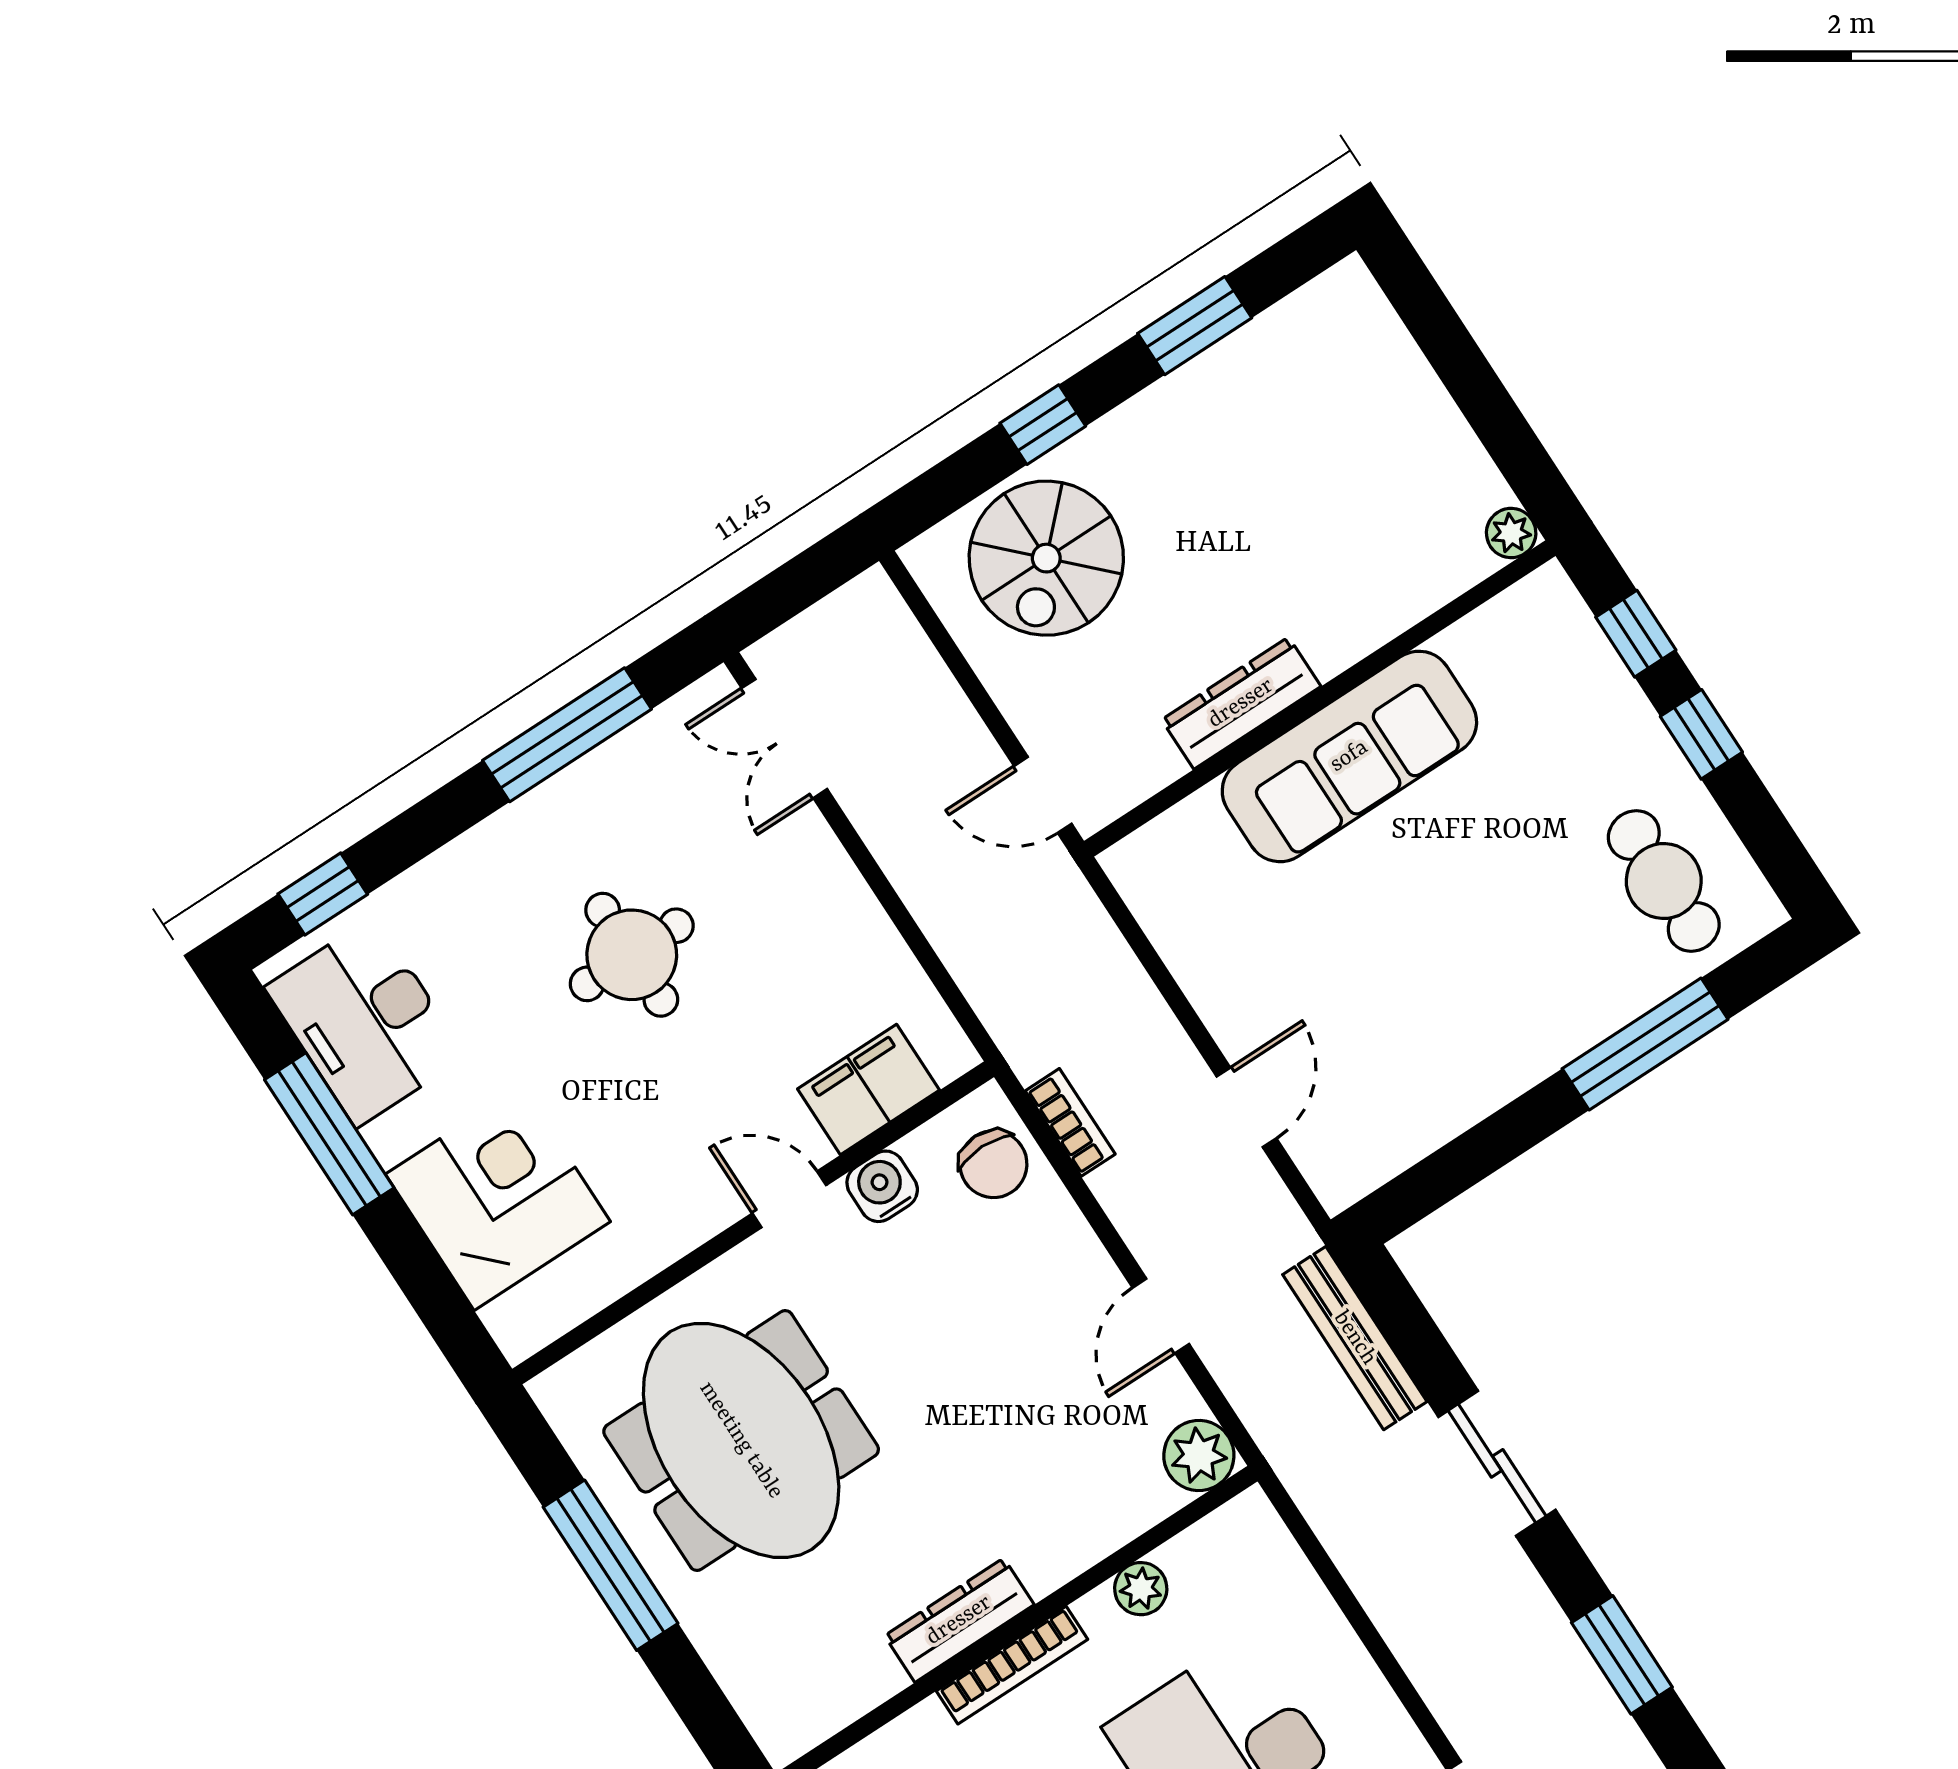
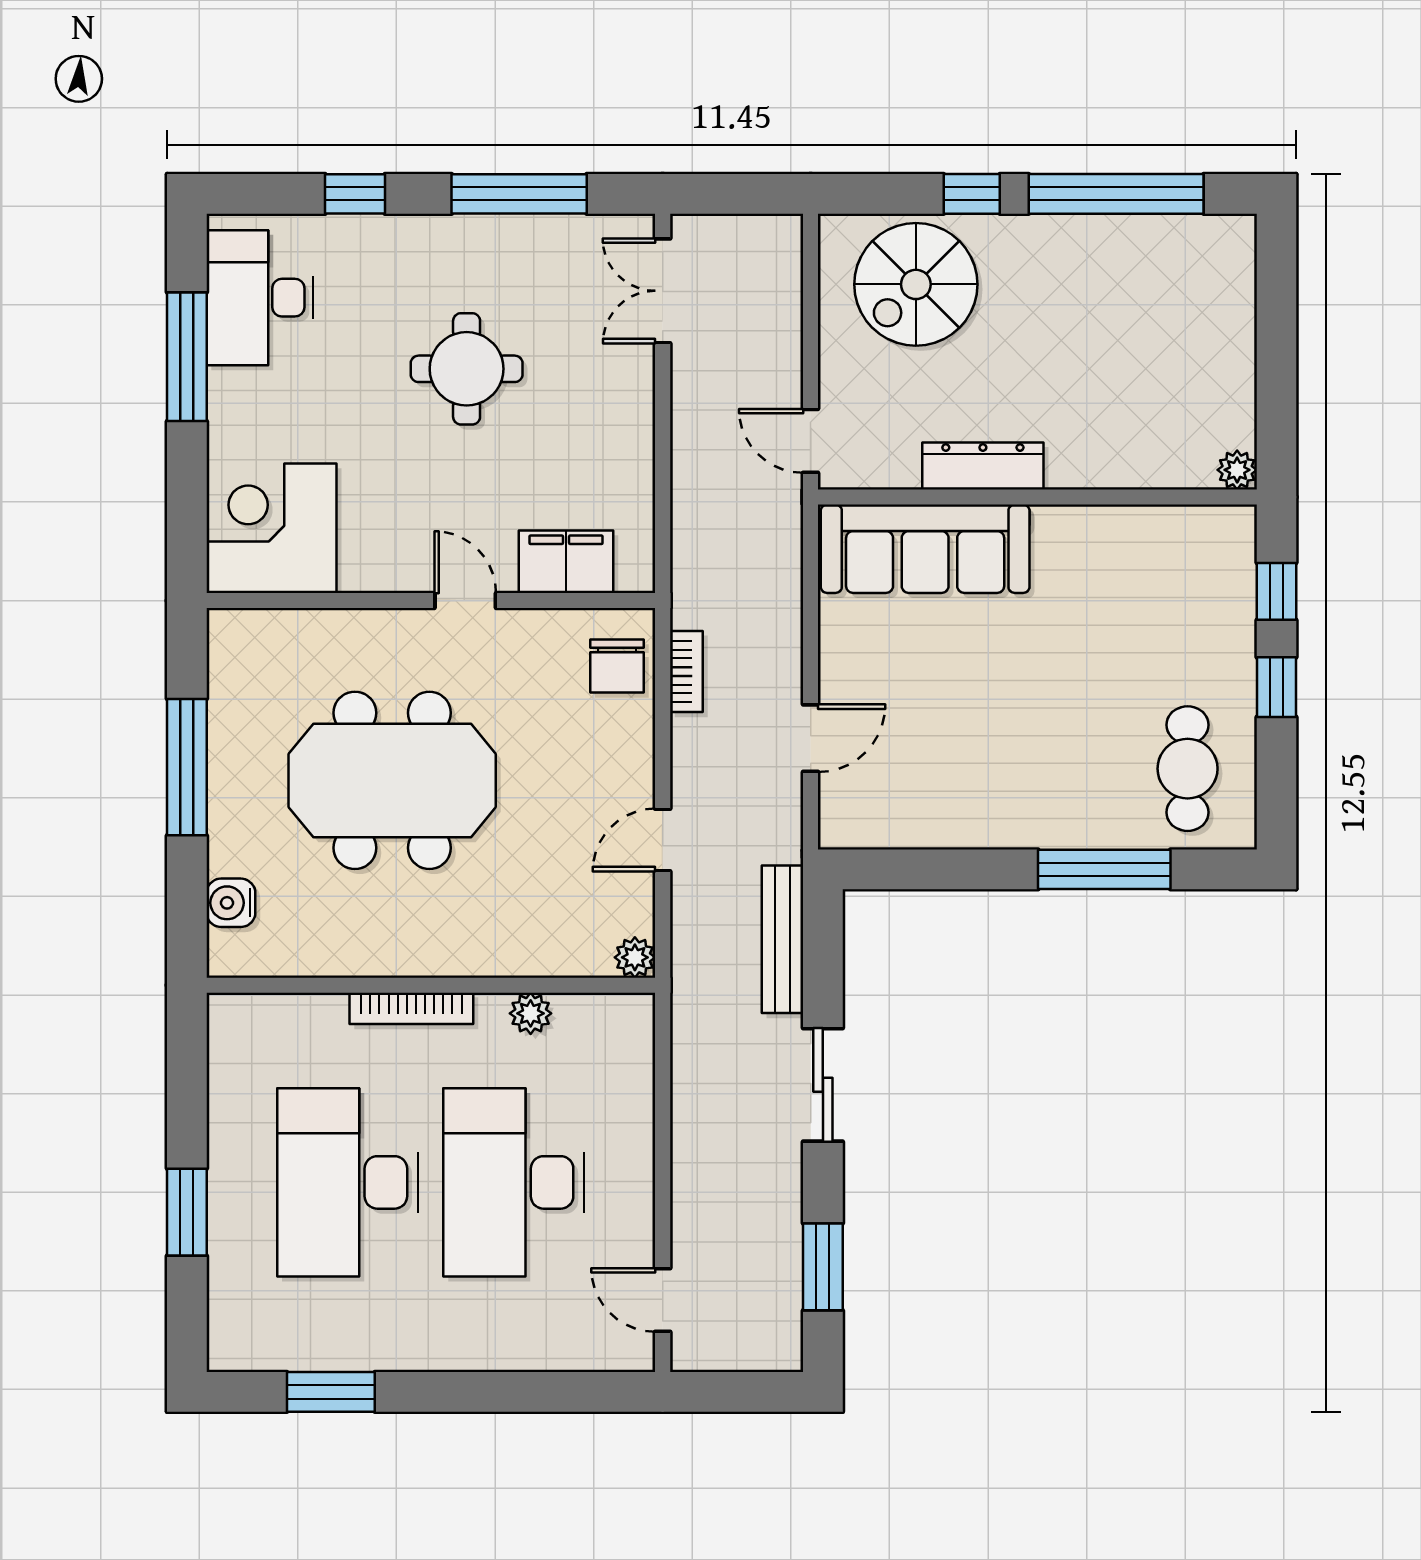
window: (1195, 326) -> (1116, 194), width x2.11
sofa: (1349, 756) -> (925, 549), moved
window: (323, 894) -> (355, 194), moved
water cooler: (882, 1186) -> (231, 903), moved, turned -90
corner desk: (498, 1198) -> (271, 528), moved, turned -90
meeting table: (741, 1440) -> (392, 780), moved, turned 90
plant: (1199, 1456) -> (635, 957), width x0.73, depth x0.73
dresser: (959, 1620) -> (396, 956), removed

